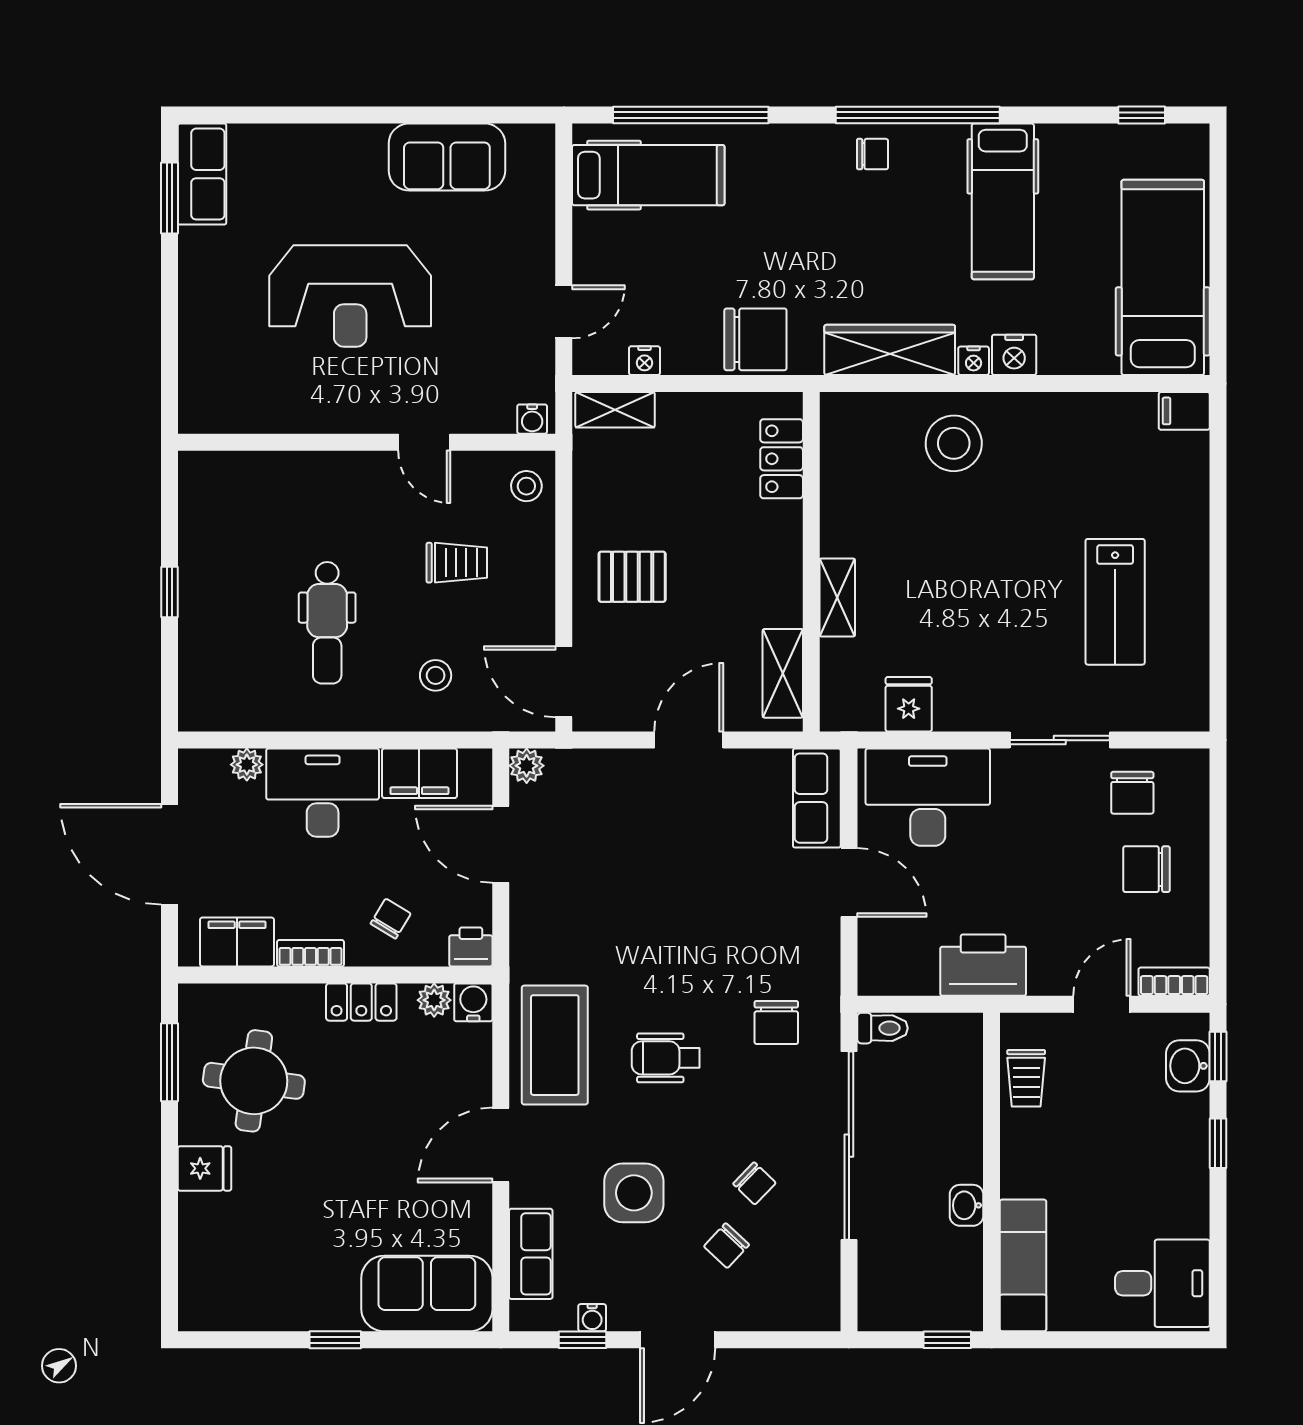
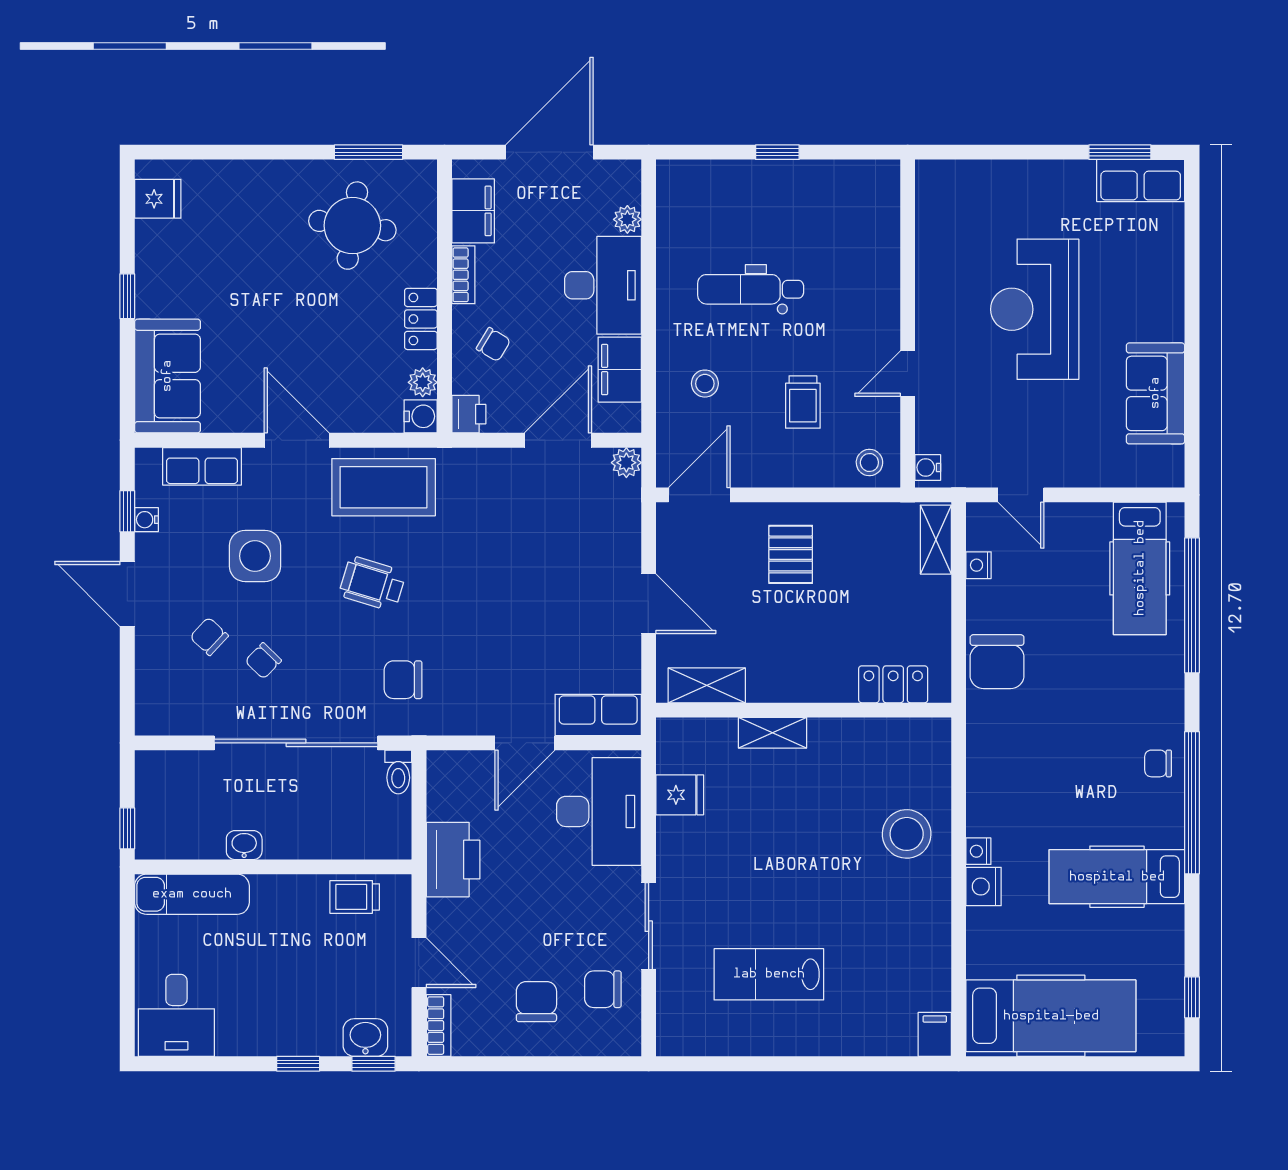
chair: (873, 154) -> (1158, 763), turned 90
wardrobe: (890, 350) -> (988, 778), removed
wheelchair: (666, 1058) -> (372, 584), turned -73
fridge: (204, 1168) -> (158, 199), moved, turned -90

